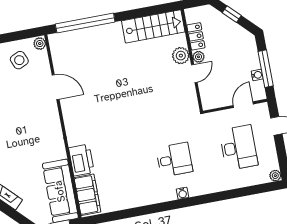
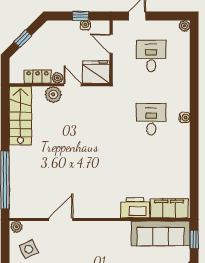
window: (266, 69) -> (81, 16), width x0.46
fridge: (212, 95) -> (96, 72), added
desk: (238, 148) -> (151, 56), width x0.73

